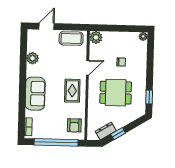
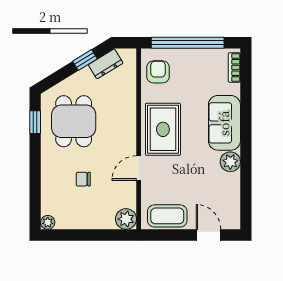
door: (47, 26) -> (208, 235), swing flipped
plant: (33, 58) -> (230, 162), moved
rug: (72, 91) -> (163, 129), width x1.36, depth x1.43
dining table: (116, 93) -> (74, 121), moved, turned 90

